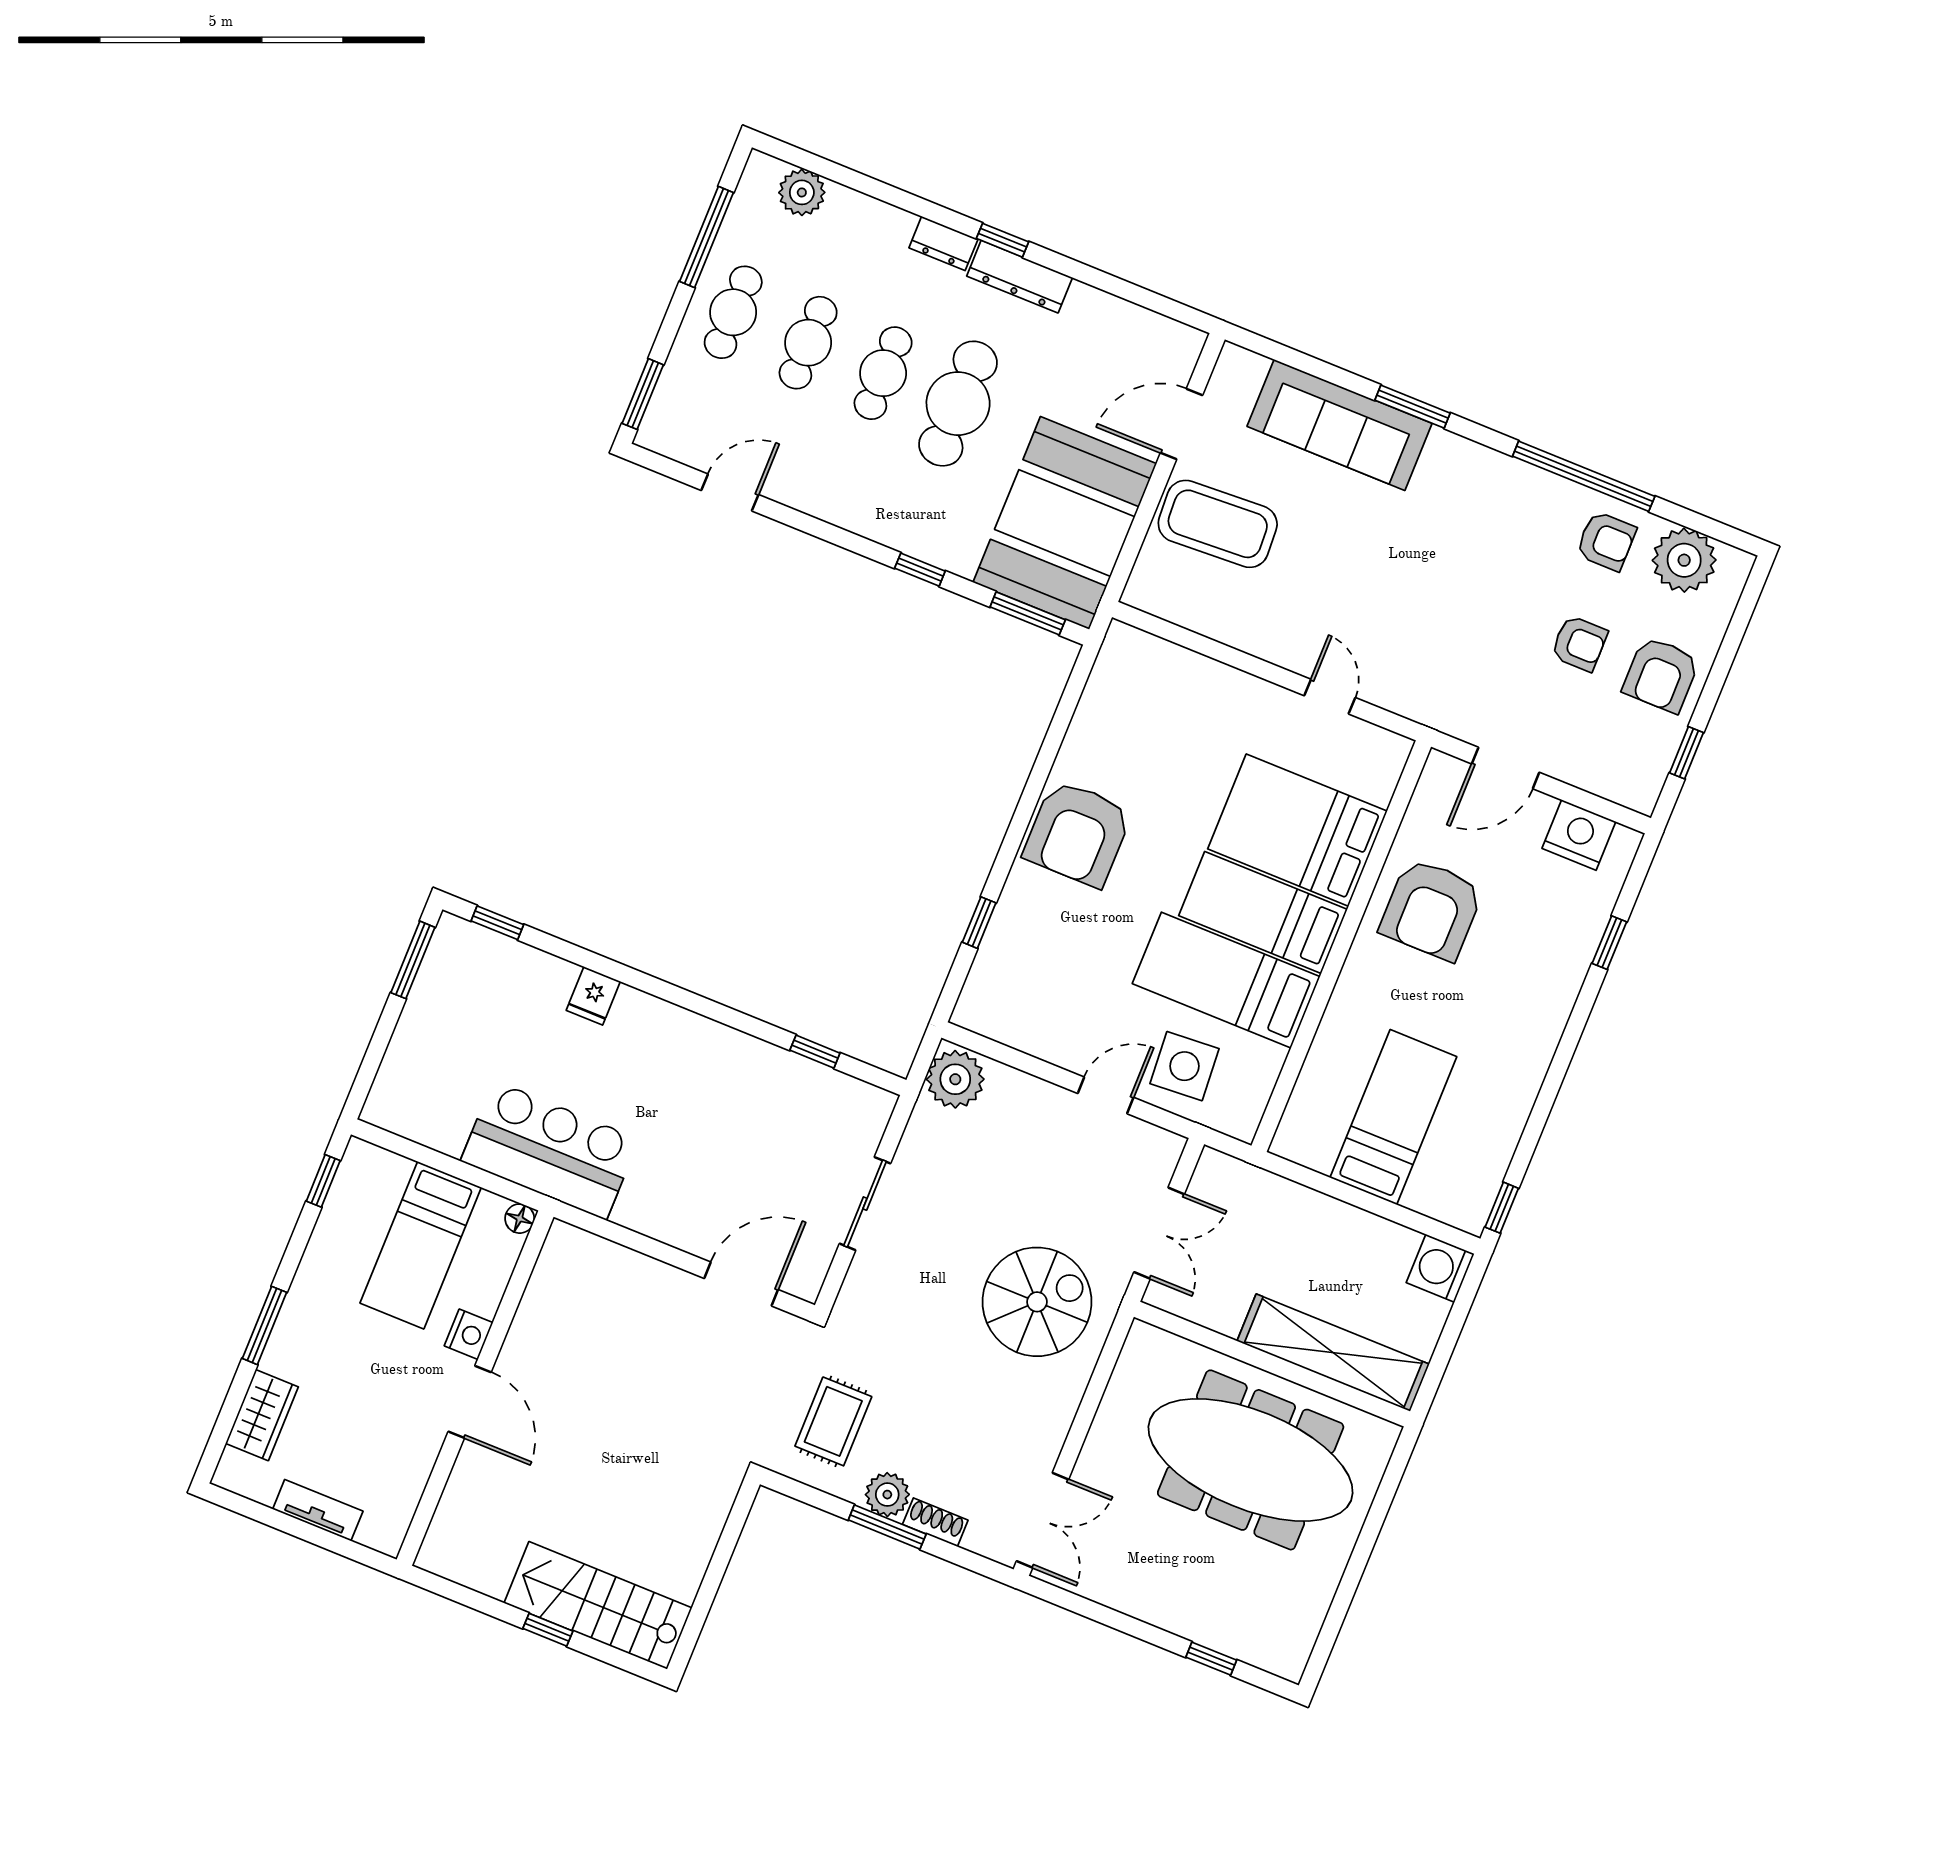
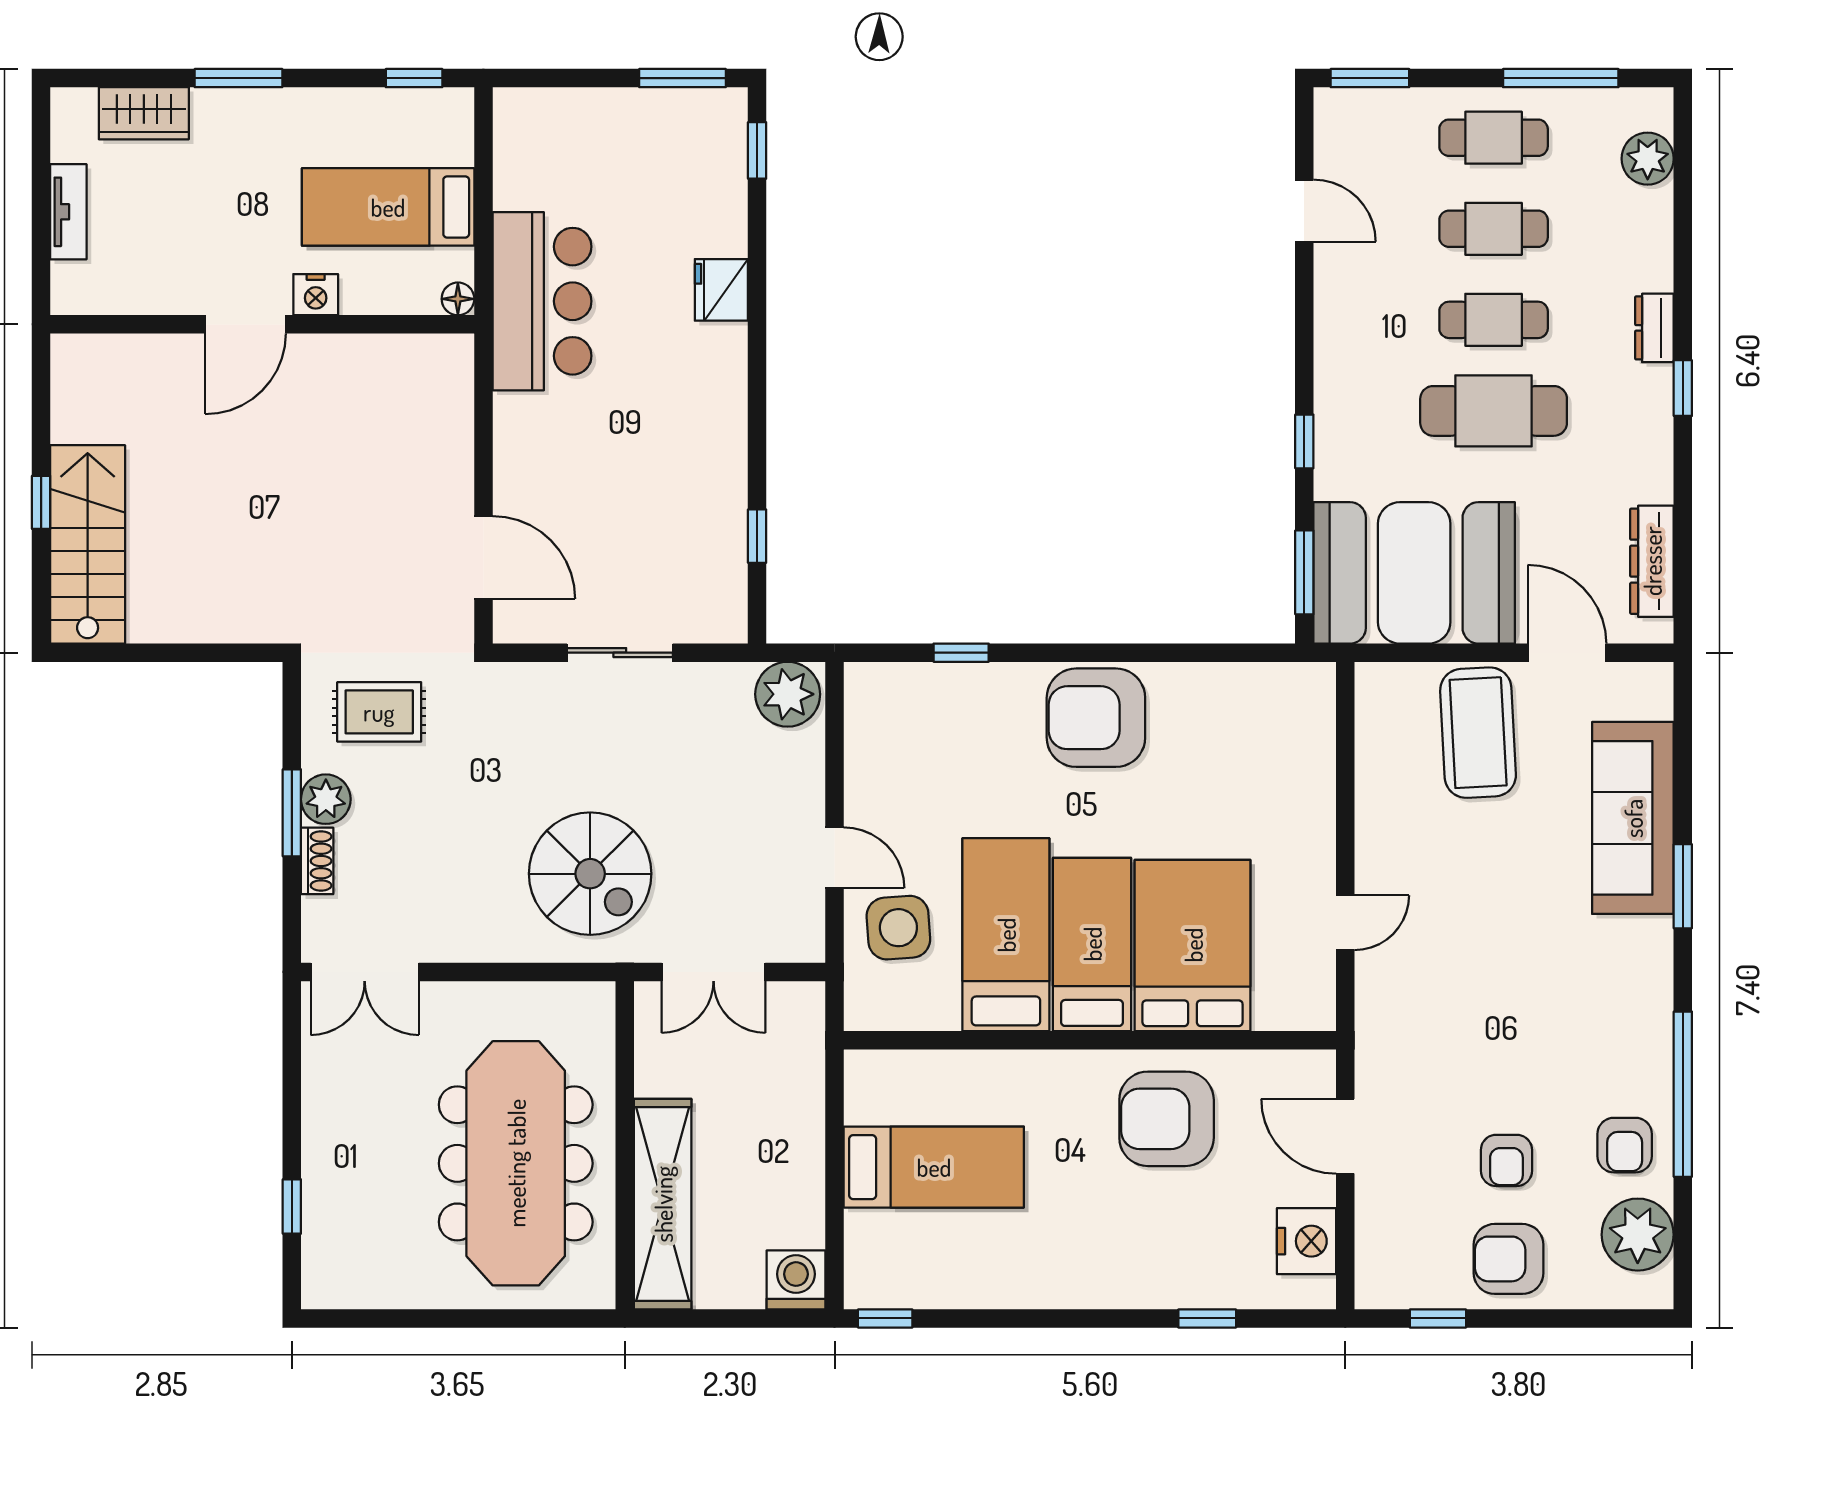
dresser: (1020, 277) -> (1652, 561), moved
fridge: (593, 996) -> (721, 290), width x1.38

